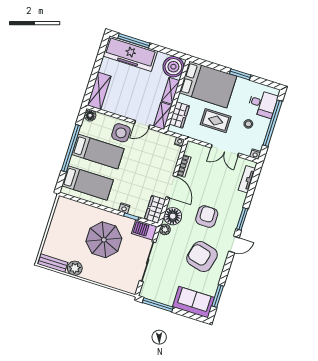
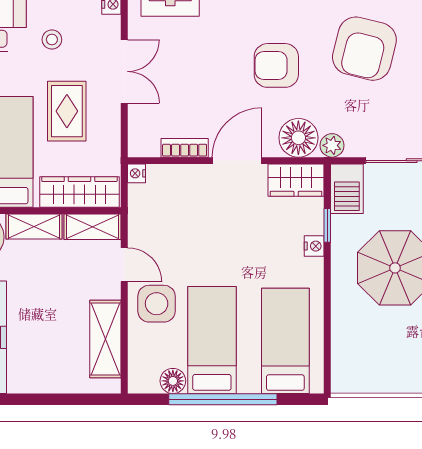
shelving: (99, 91) -> (105, 339), moved, turned 90
floor lamp: (90, 115) -> (173, 381), moved
wardrobe: (179, 115) -> (79, 192), width x1.50

